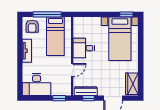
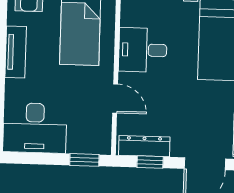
door: (72, 70) -> (115, 98), hinge flipped

